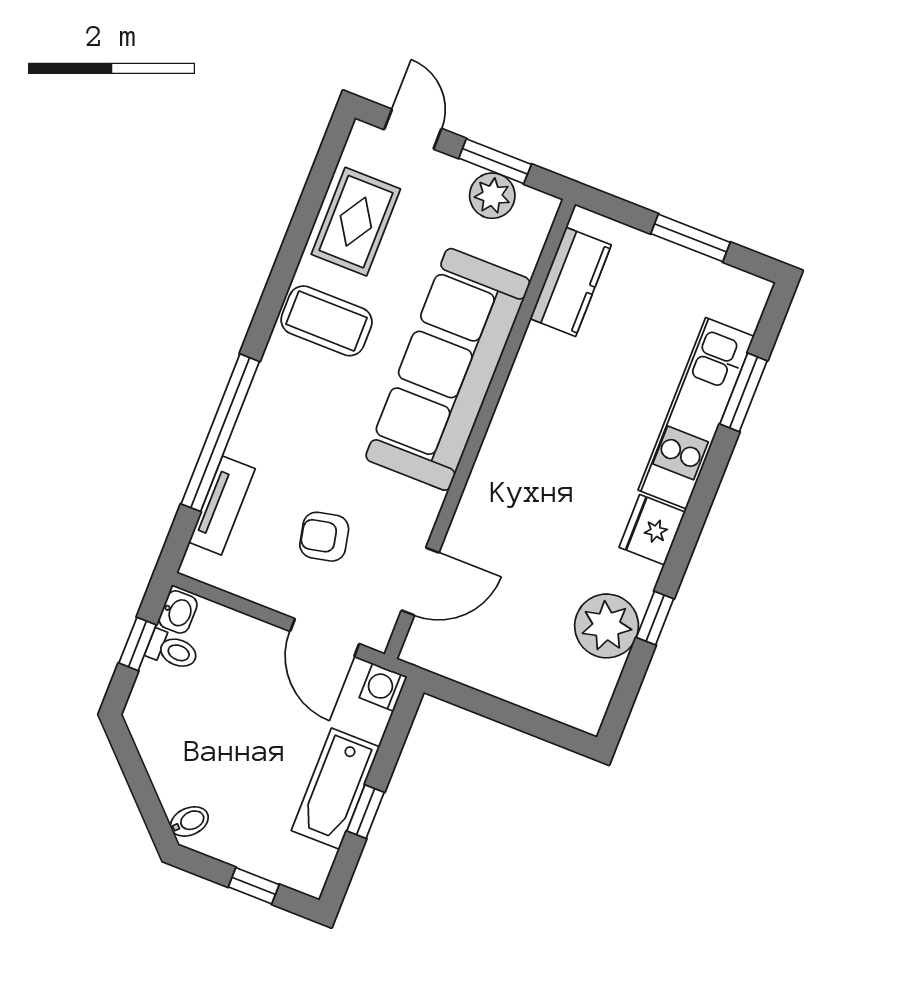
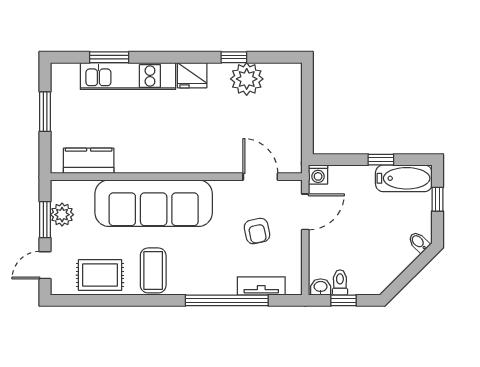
bathtub: (335, 789) -> (404, 178), moved

